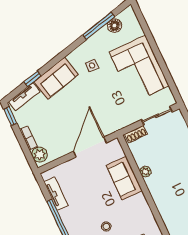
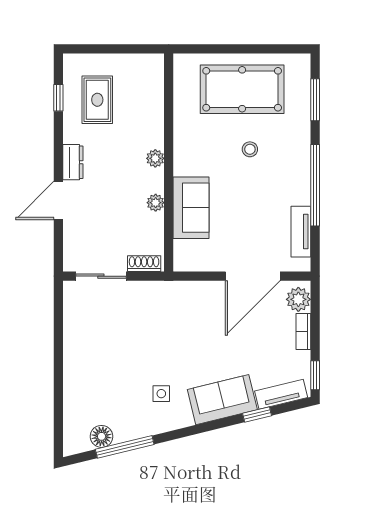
corner sofa: (139, 69) -> (95, 357), removed
door: (90, 147) -> (253, 276), moved
plant: (157, 196) -> (155, 158), added

